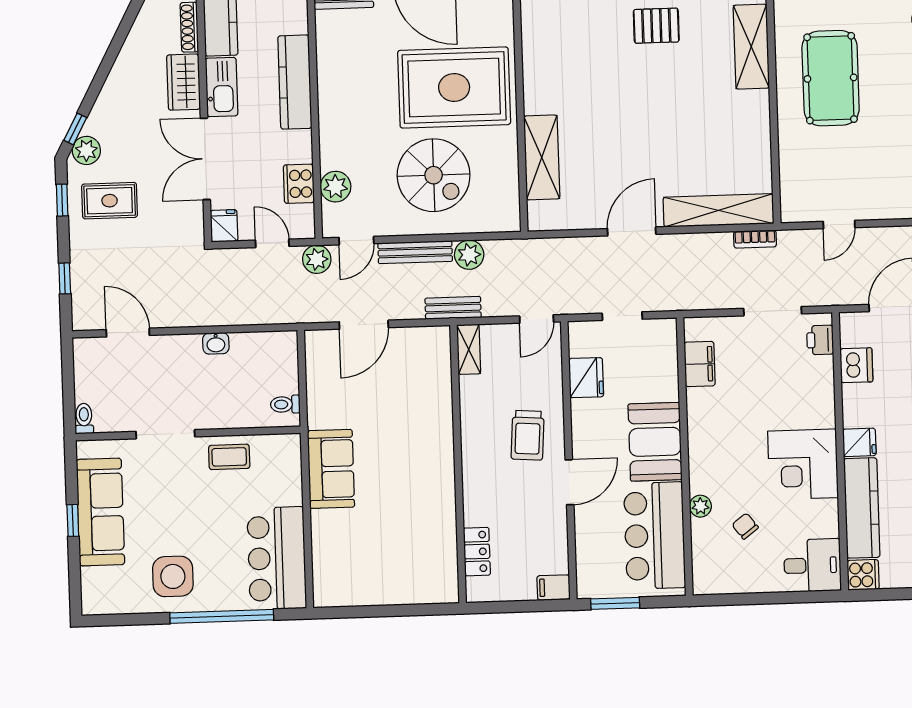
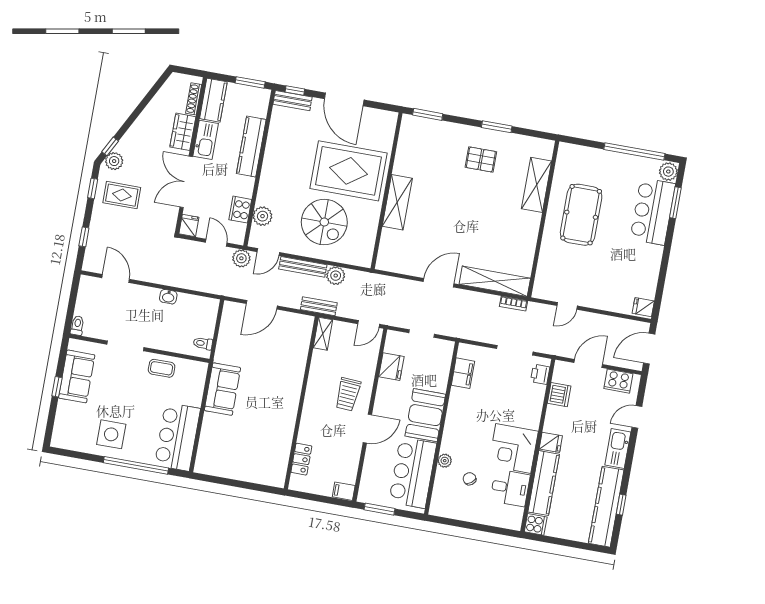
shelving: (542, 157) -> (397, 202), moved
sofa: (100, 512) -> (77, 376), width x0.73
desk: (813, 565) -> (510, 488), moved

